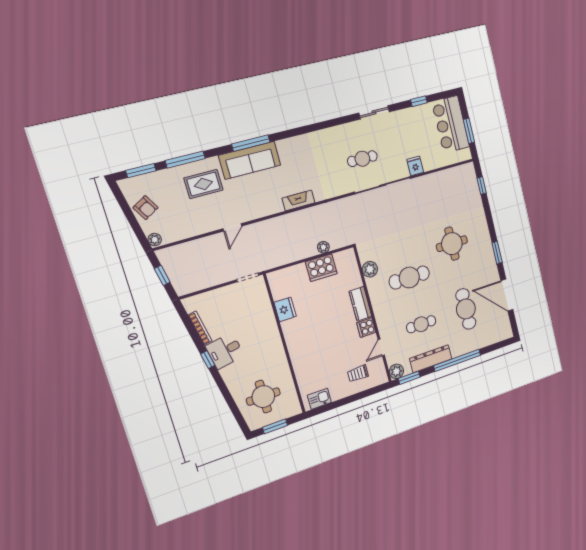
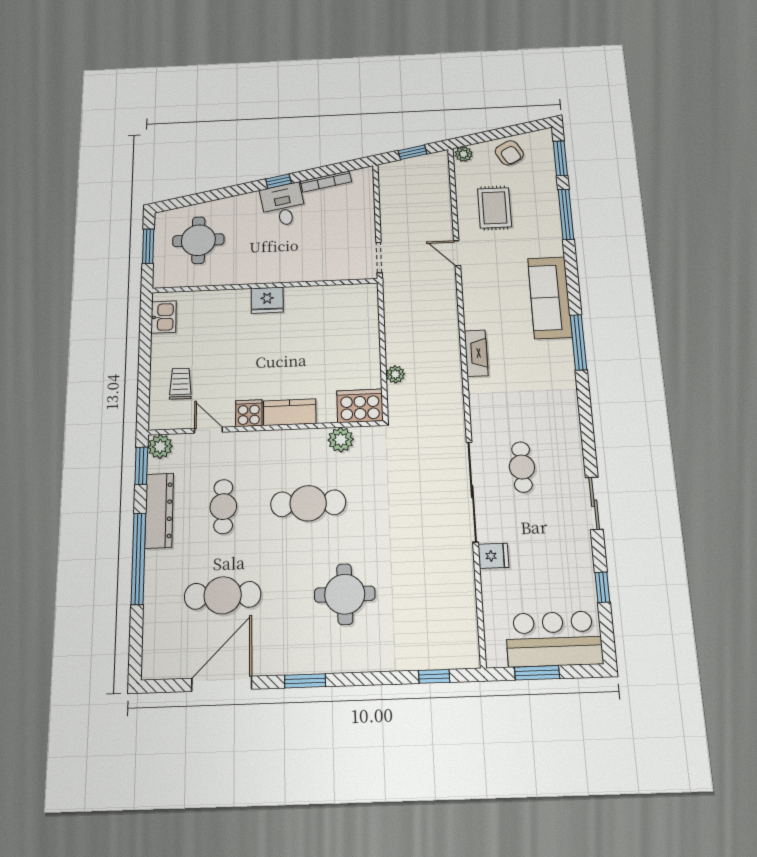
window: (251, 143) -> (578, 342), moved
rug: (203, 184) -> (494, 208), moved
armchair: (146, 208) -> (509, 153), turned -89
cooker: (321, 268) -> (360, 406), moved, turned 90
cafe table: (409, 277) -> (308, 503), turned 90
fridge: (285, 309) -> (267, 300), moved

